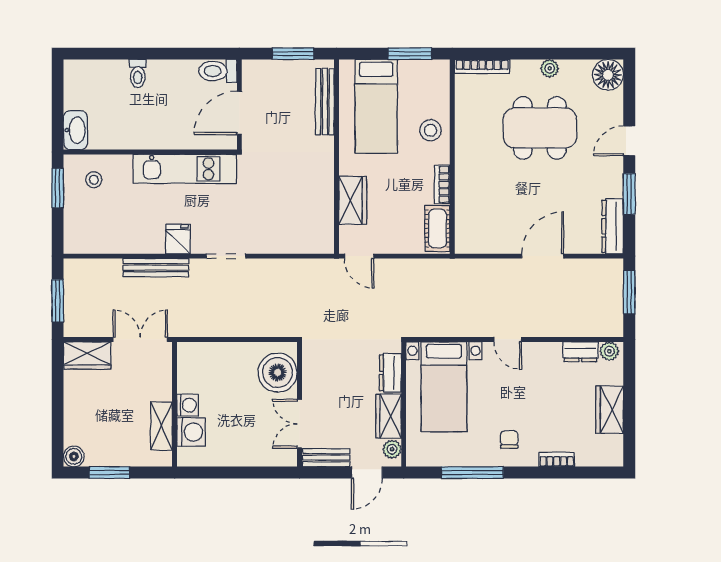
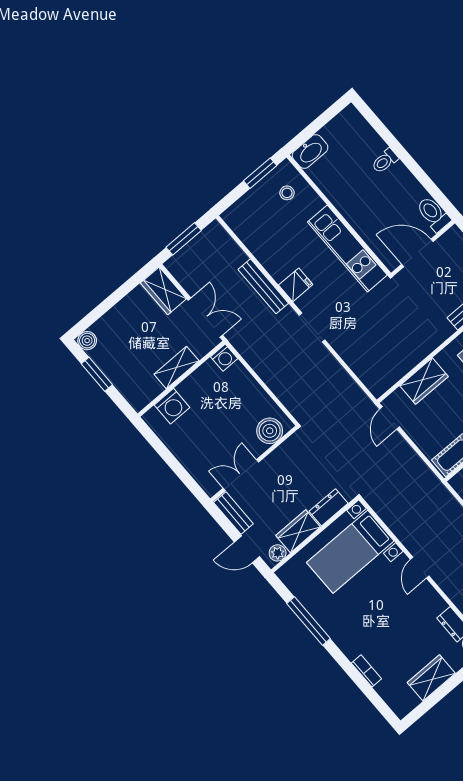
boiler: (278, 372) -> (270, 431), width x0.73, depth x0.73
washing machine: (188, 405) -> (224, 358), moved
shelving: (161, 426) -> (176, 367), moved
chair: (509, 440) -> (352, 627), removed

